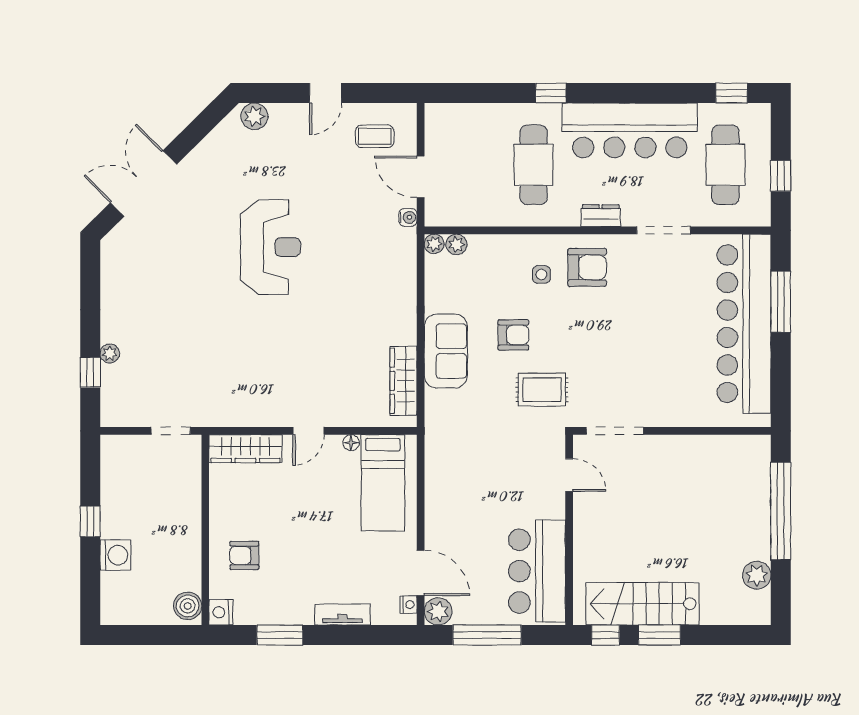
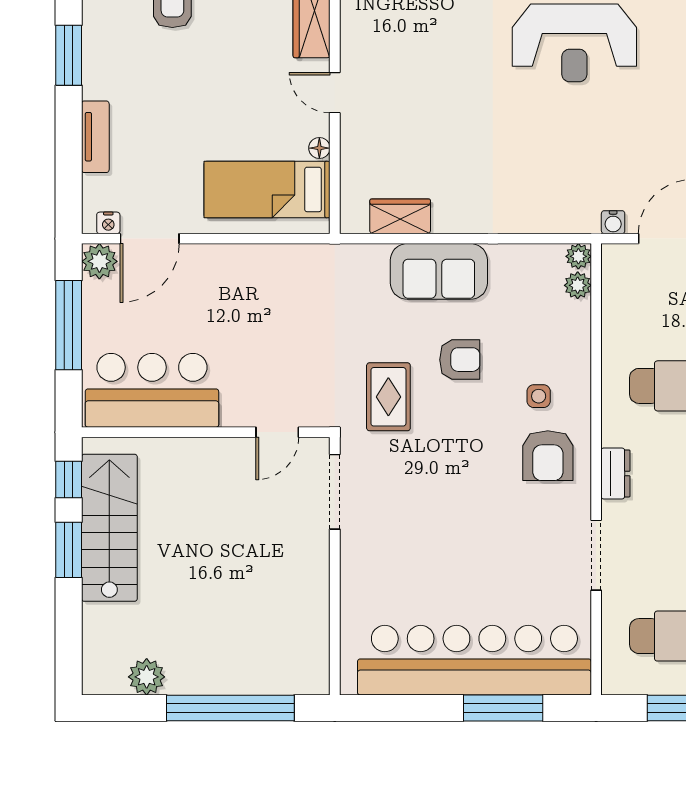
armchair: (513, 335) -> (460, 360), turned -90
wardrobe: (403, 381) -> (400, 216), width x0.67

